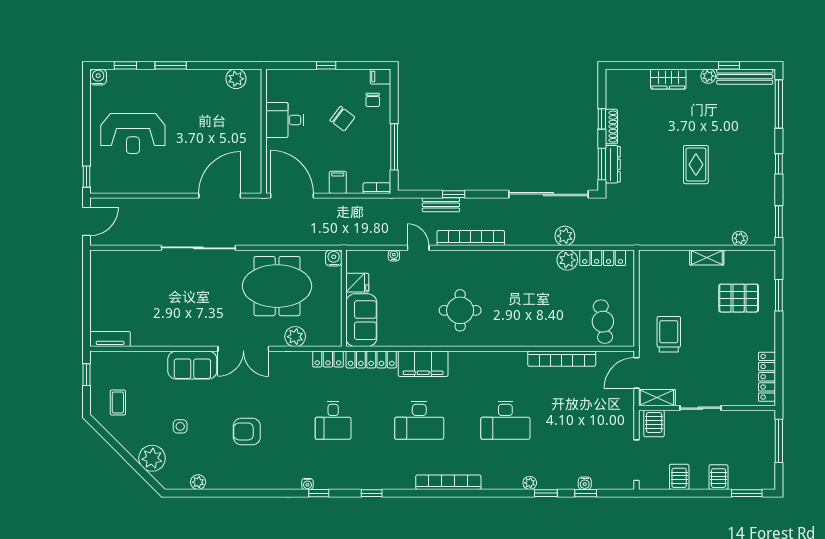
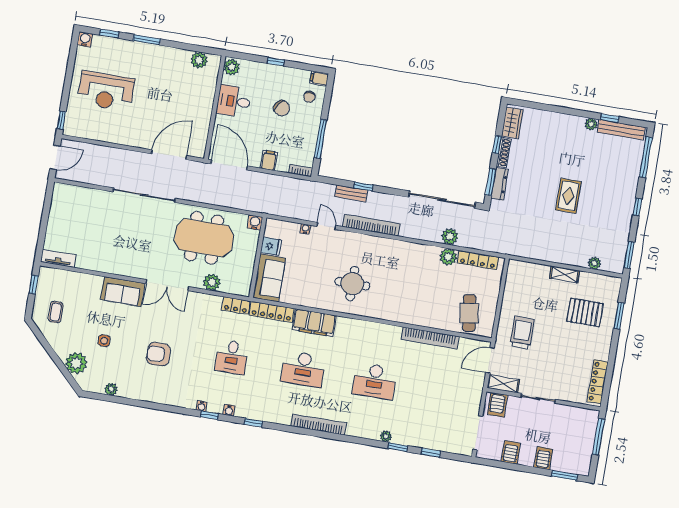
wardrobe: (668, 79) -> (512, 123), moved, turned -90
plant: (276, 81) -> (232, 67), added
water cooler: (585, 483) -> (229, 410), moved

